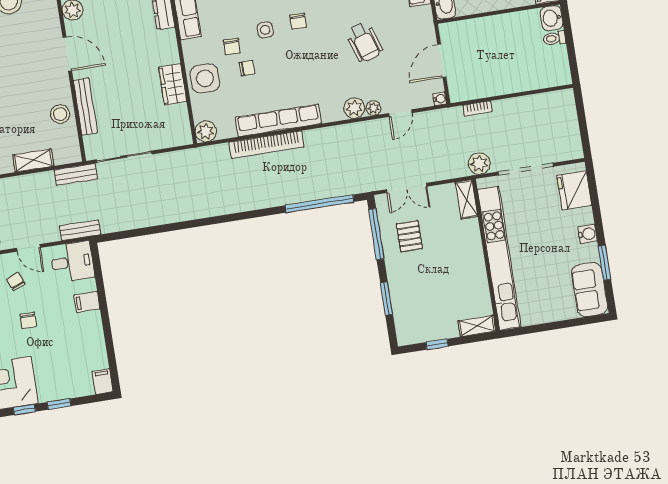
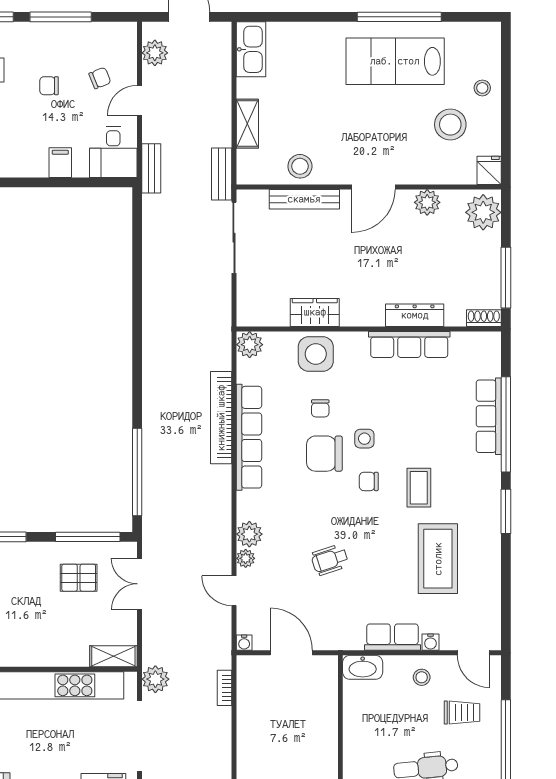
wheelchair: (364, 42) -> (330, 560), width x0.73, depth x0.73
chair: (232, 46) -> (324, 454), moved, width x1.87, depth x1.87

